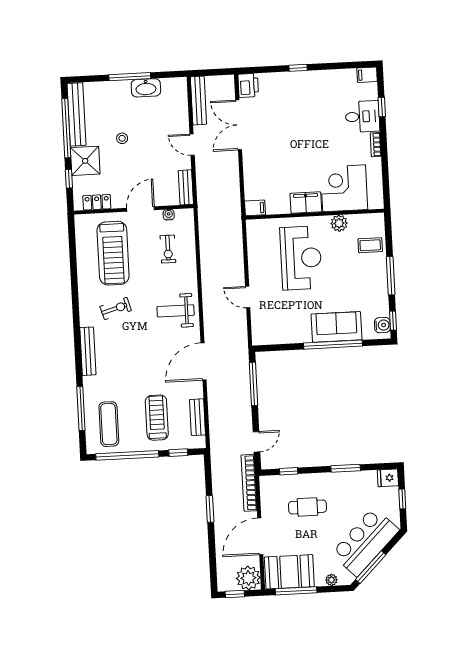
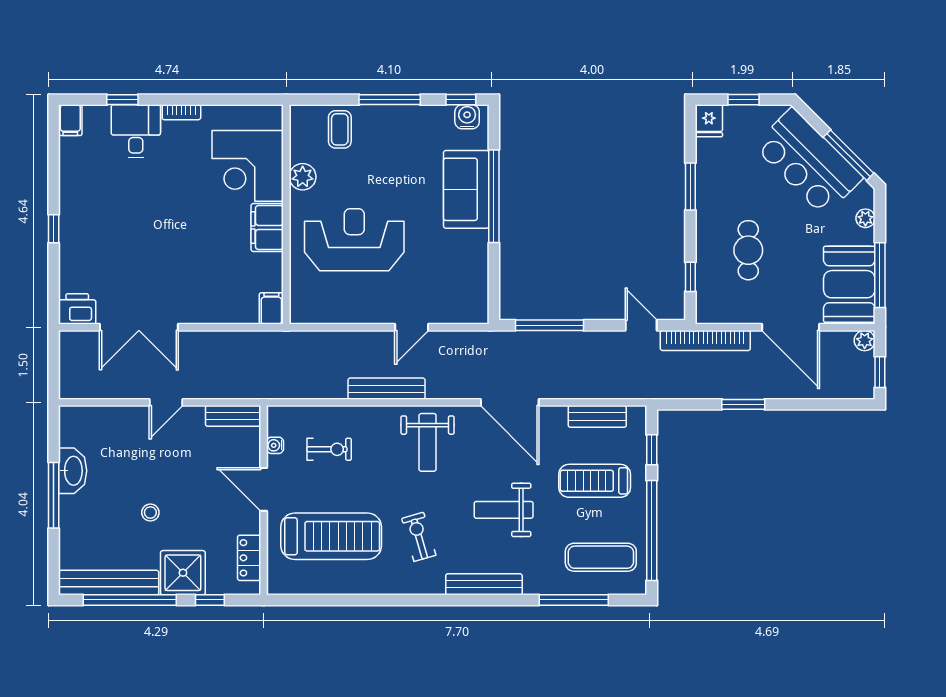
bench: (198, 101) -> (387, 389), moved
weight bench: (135, 361) -> (504, 510), added
plant: (248, 578) -> (865, 341), width x0.53, depth x0.53

